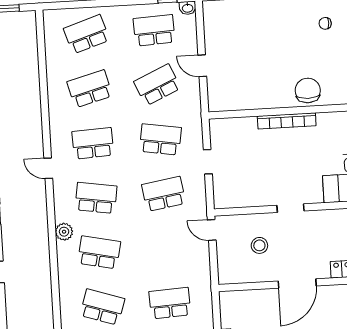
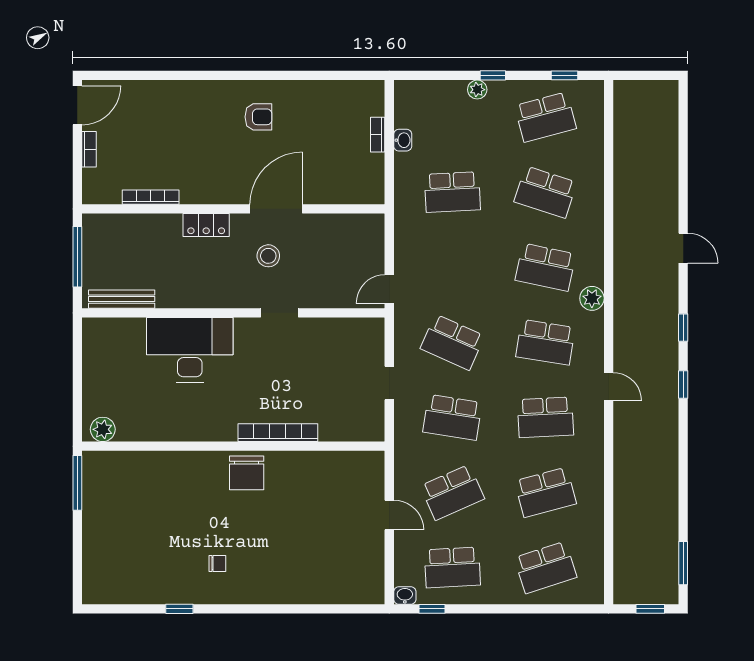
school desk: (164, 194) -> (452, 342), turned 33
door: (212, 230) -> (389, 289), swing flipped
stool: (259, 245) -> (268, 256), moved

